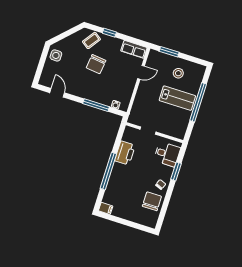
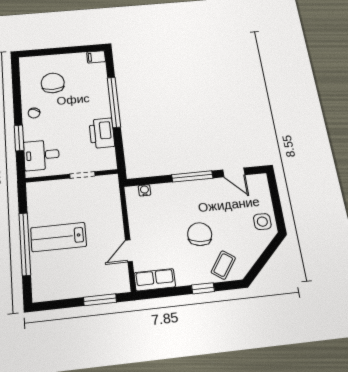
stool: (178, 73) -> (72, 274), removed
window: (96, 105) -> (192, 176), moved
chair: (152, 201) -> (53, 83), moved, turned 180

